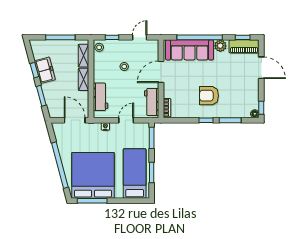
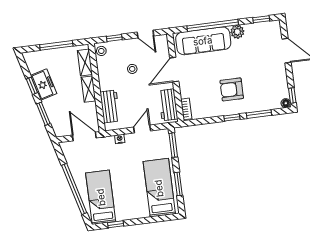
door: (140, 37) -> (145, 34), swing flipped
piano: (244, 46) -> (264, 29), removed
bed: (93, 175) -> (101, 197), width x0.49
window: (92, 201) -> (116, 224), width x0.46

